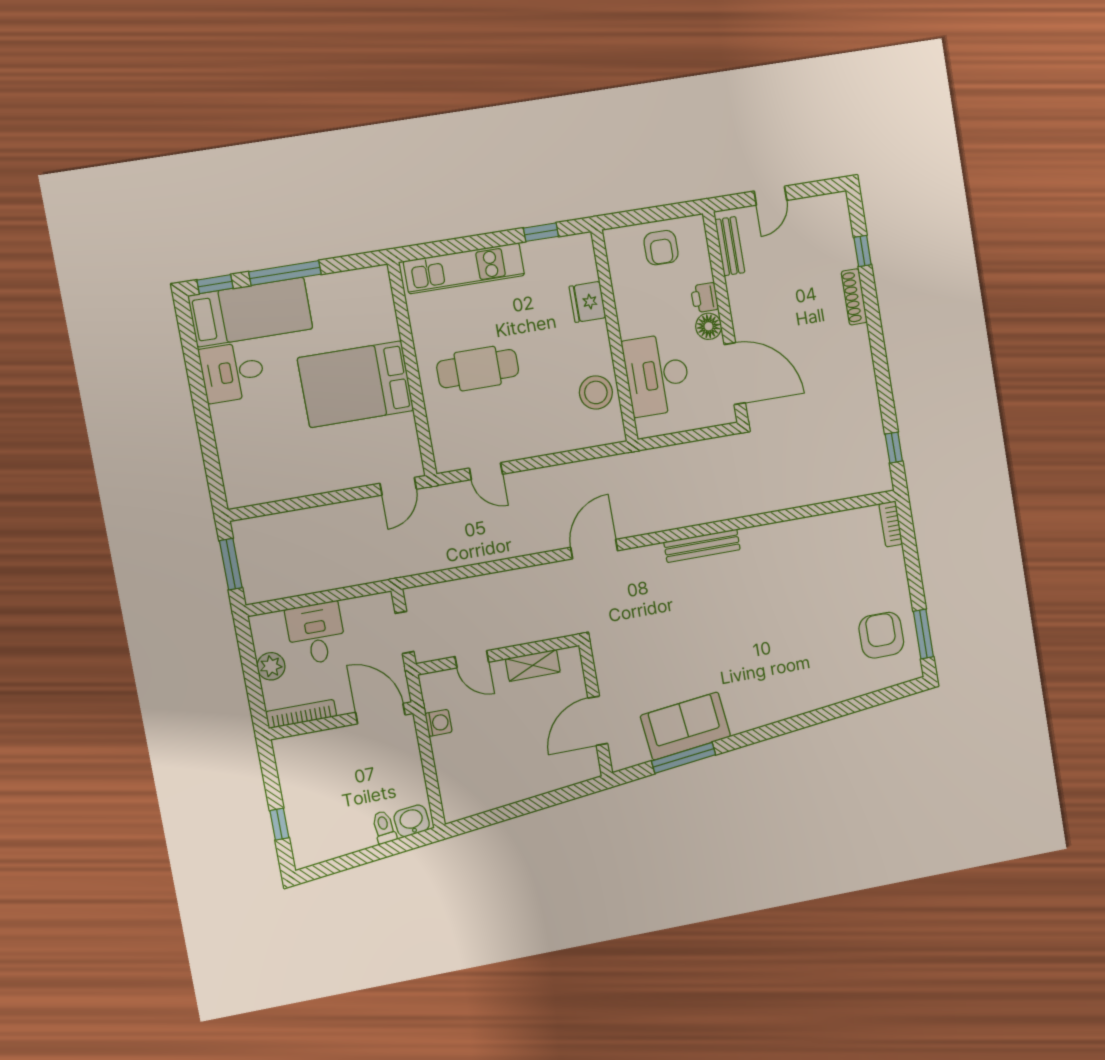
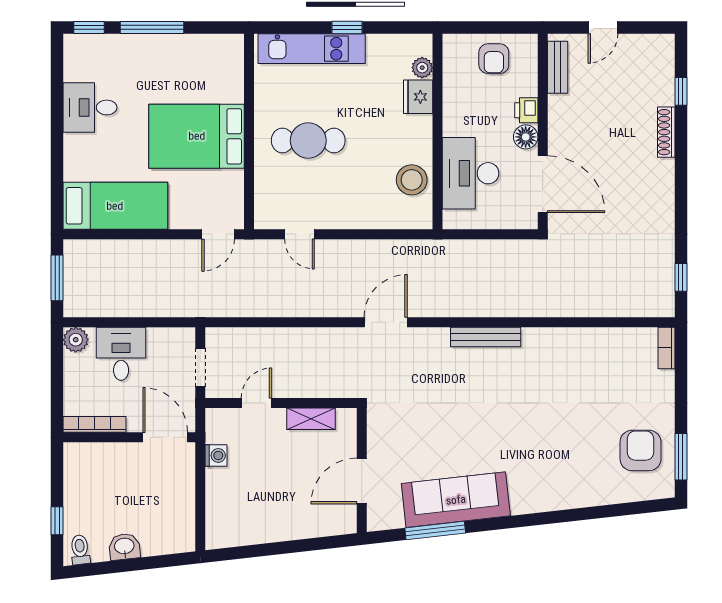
window: (541, 232) -> (347, 27), moved
plant: (586, 270) -> (422, 68), added
bed: (250, 312) -> (115, 206), moved
door: (472, 659) -> (256, 403), swing flipped
plant: (271, 666) -> (76, 340), moved
sofa: (685, 726) -> (456, 500), width x1.36
washbasin: (412, 821) -> (124, 547), moved
toilet: (384, 827) -> (80, 550), moved

